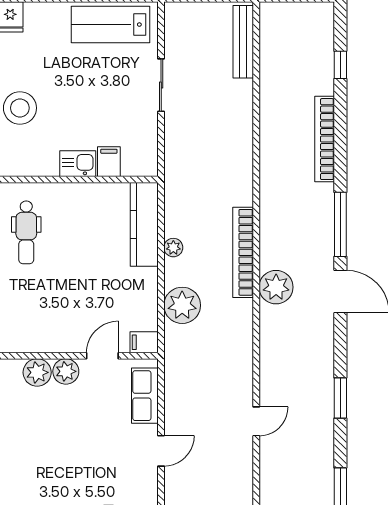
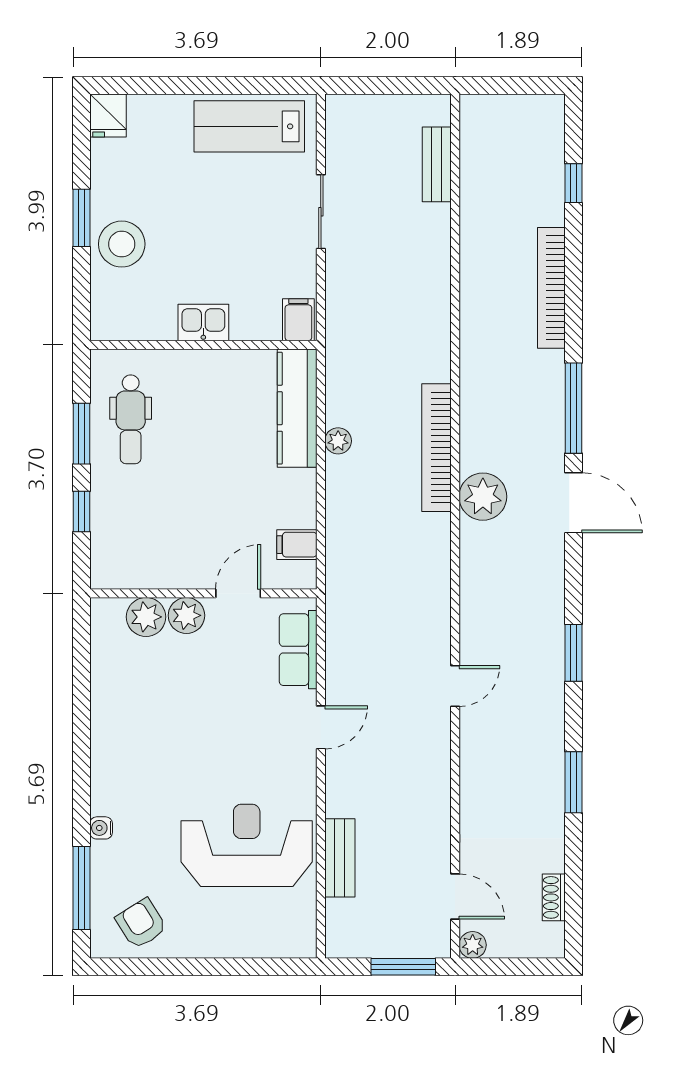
bench: (243, 42) -> (437, 164), width x0.73
filing cabinet: (109, 162) -> (298, 320), moved
plant: (182, 305) -> (351, 522), removed
filing cabinet: (144, 342) -> (297, 545), moved

